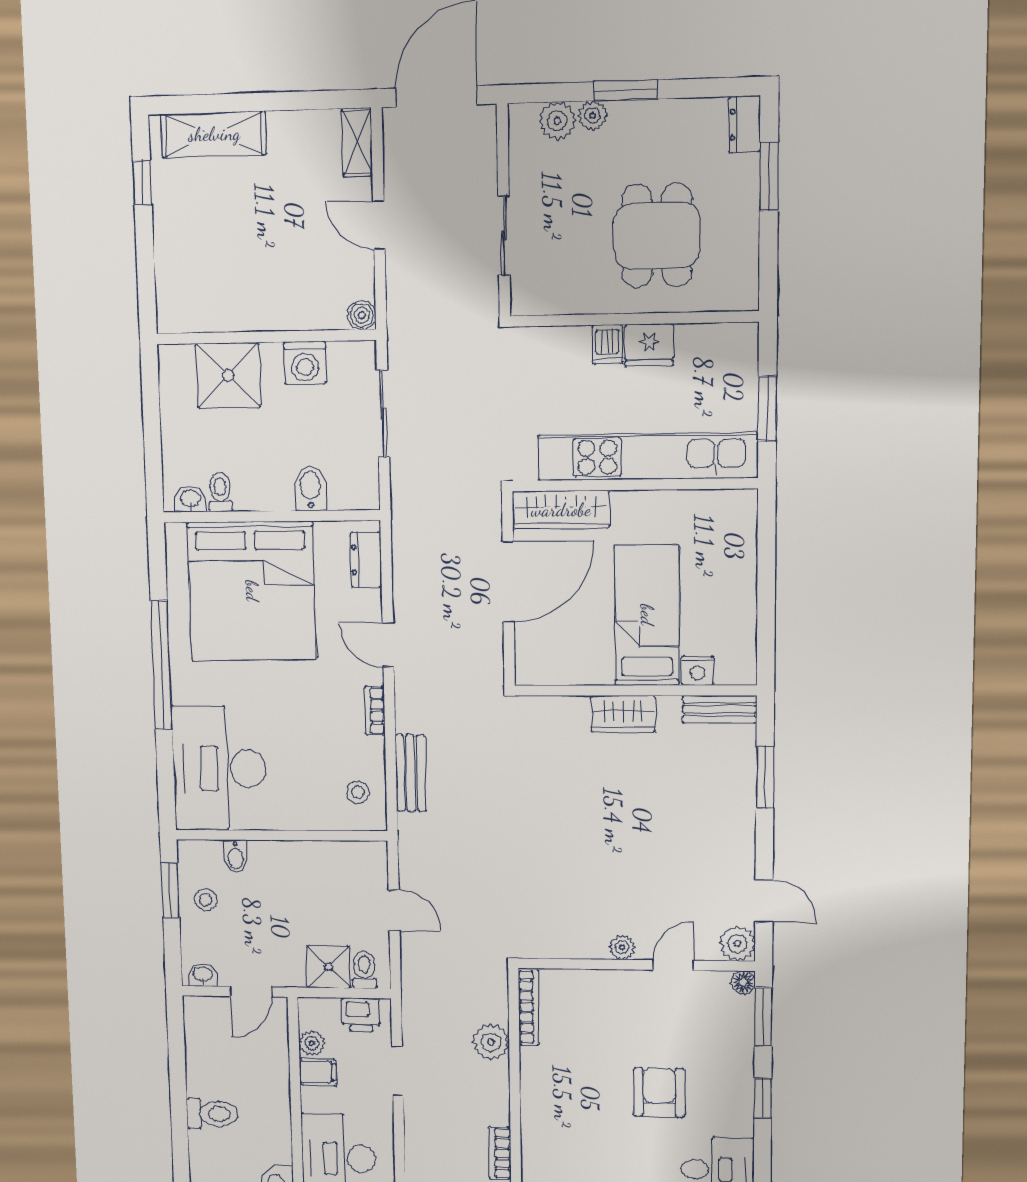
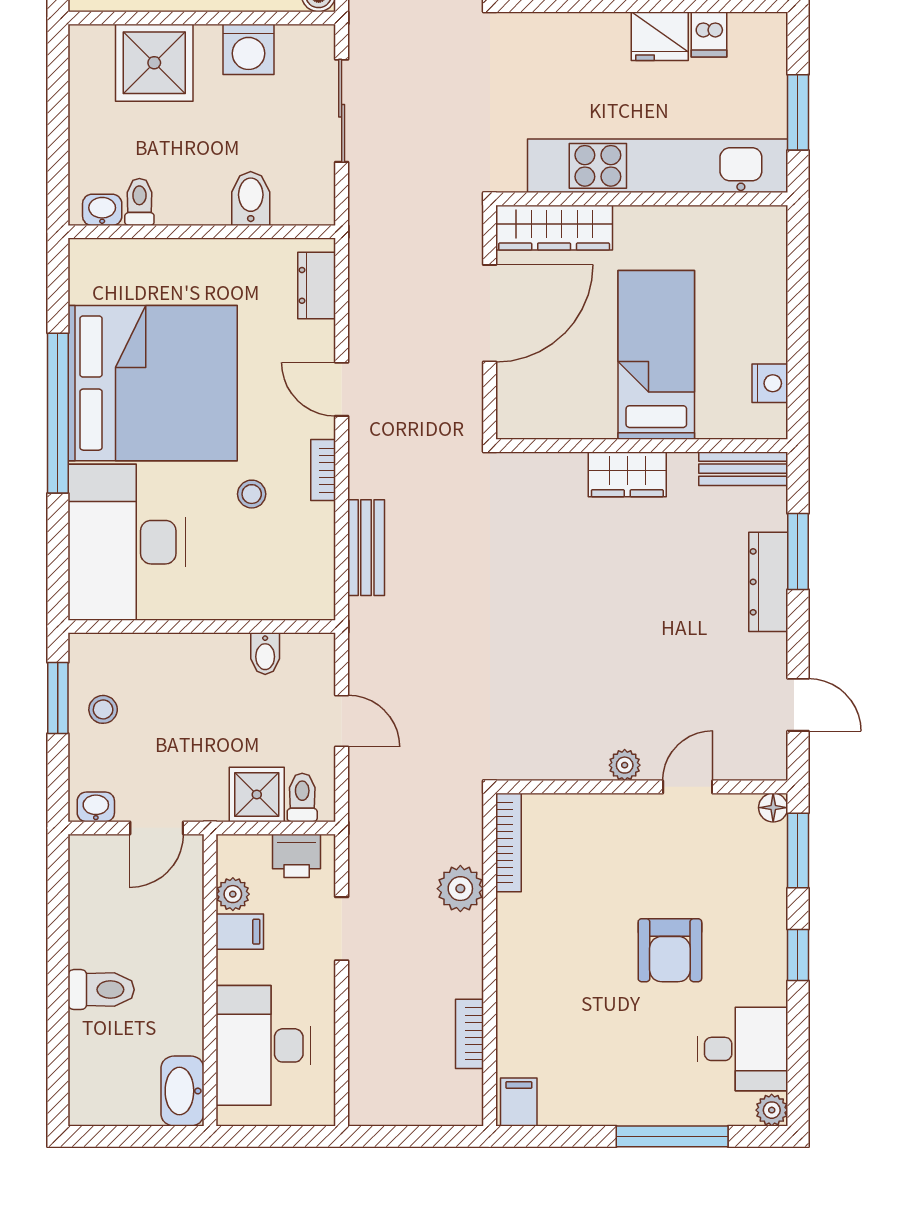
dishwasher: (607, 344) -> (709, 34), moved
bed: (252, 591) -> (153, 383), moved, turned -90
nightstand: (698, 671) -> (770, 383), moved, turned -90
stool: (358, 792) -> (252, 494), moved
dresser: (740, 802) -> (768, 582), added
bidet: (236, 856) -> (265, 654), moved
plant: (737, 944) -> (766, 759), removed
armchair: (659, 1092) -> (670, 950), turned 180

